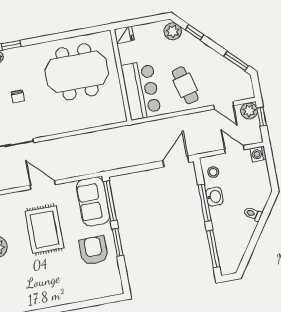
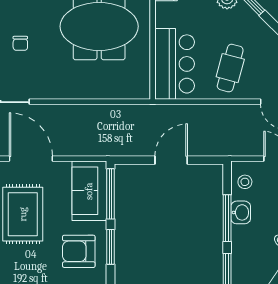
cafe table: (185, 85) -> (230, 68), turned 30
door: (176, 161) -> (171, 160), moved
door: (43, 185) -> (31, 159), width x1.36
armchair: (94, 250) -> (79, 251), turned -90

